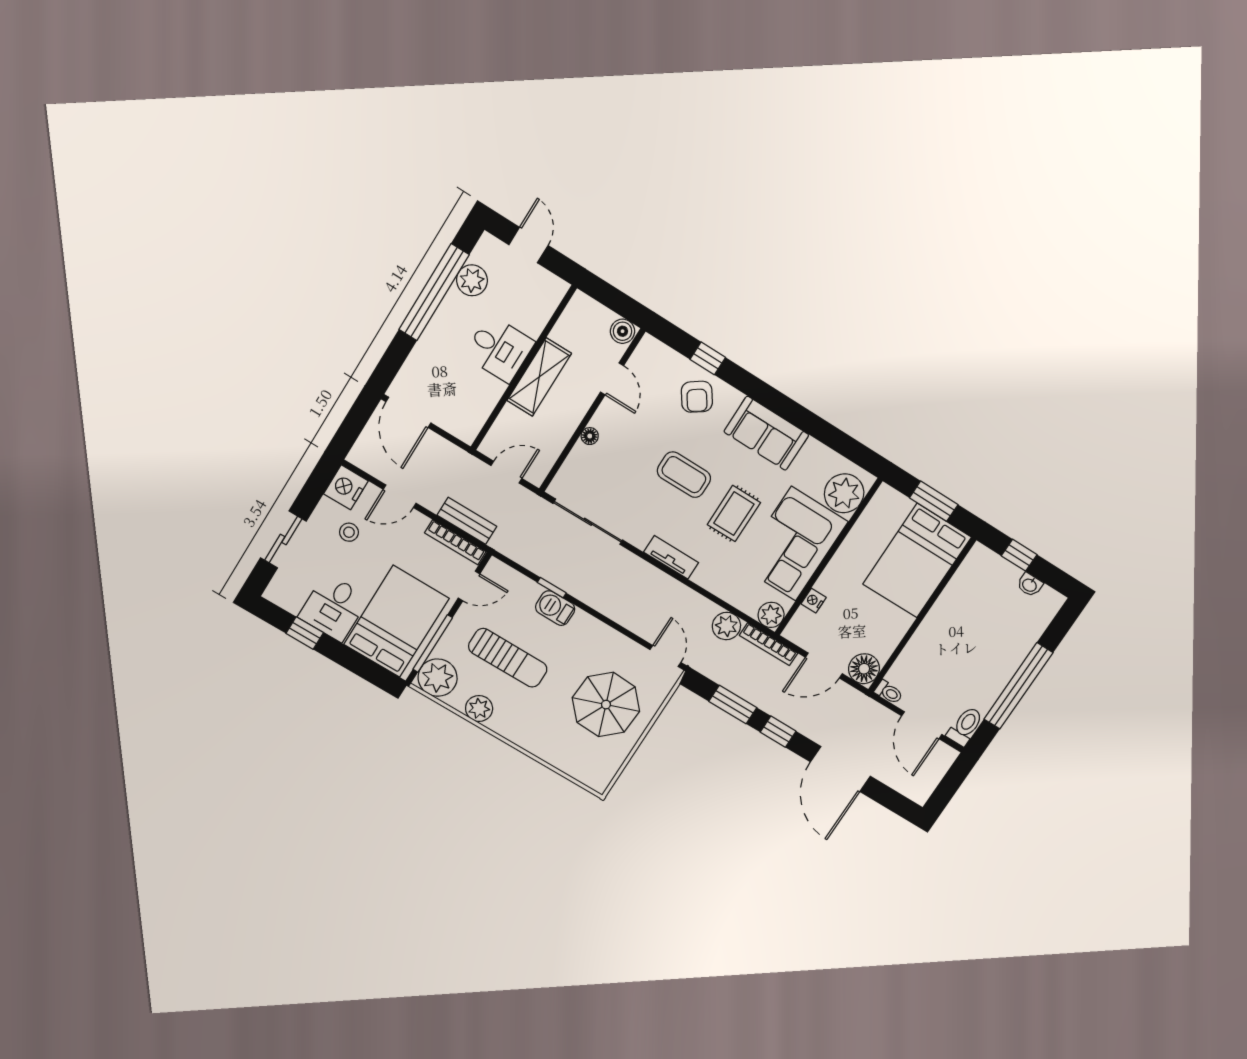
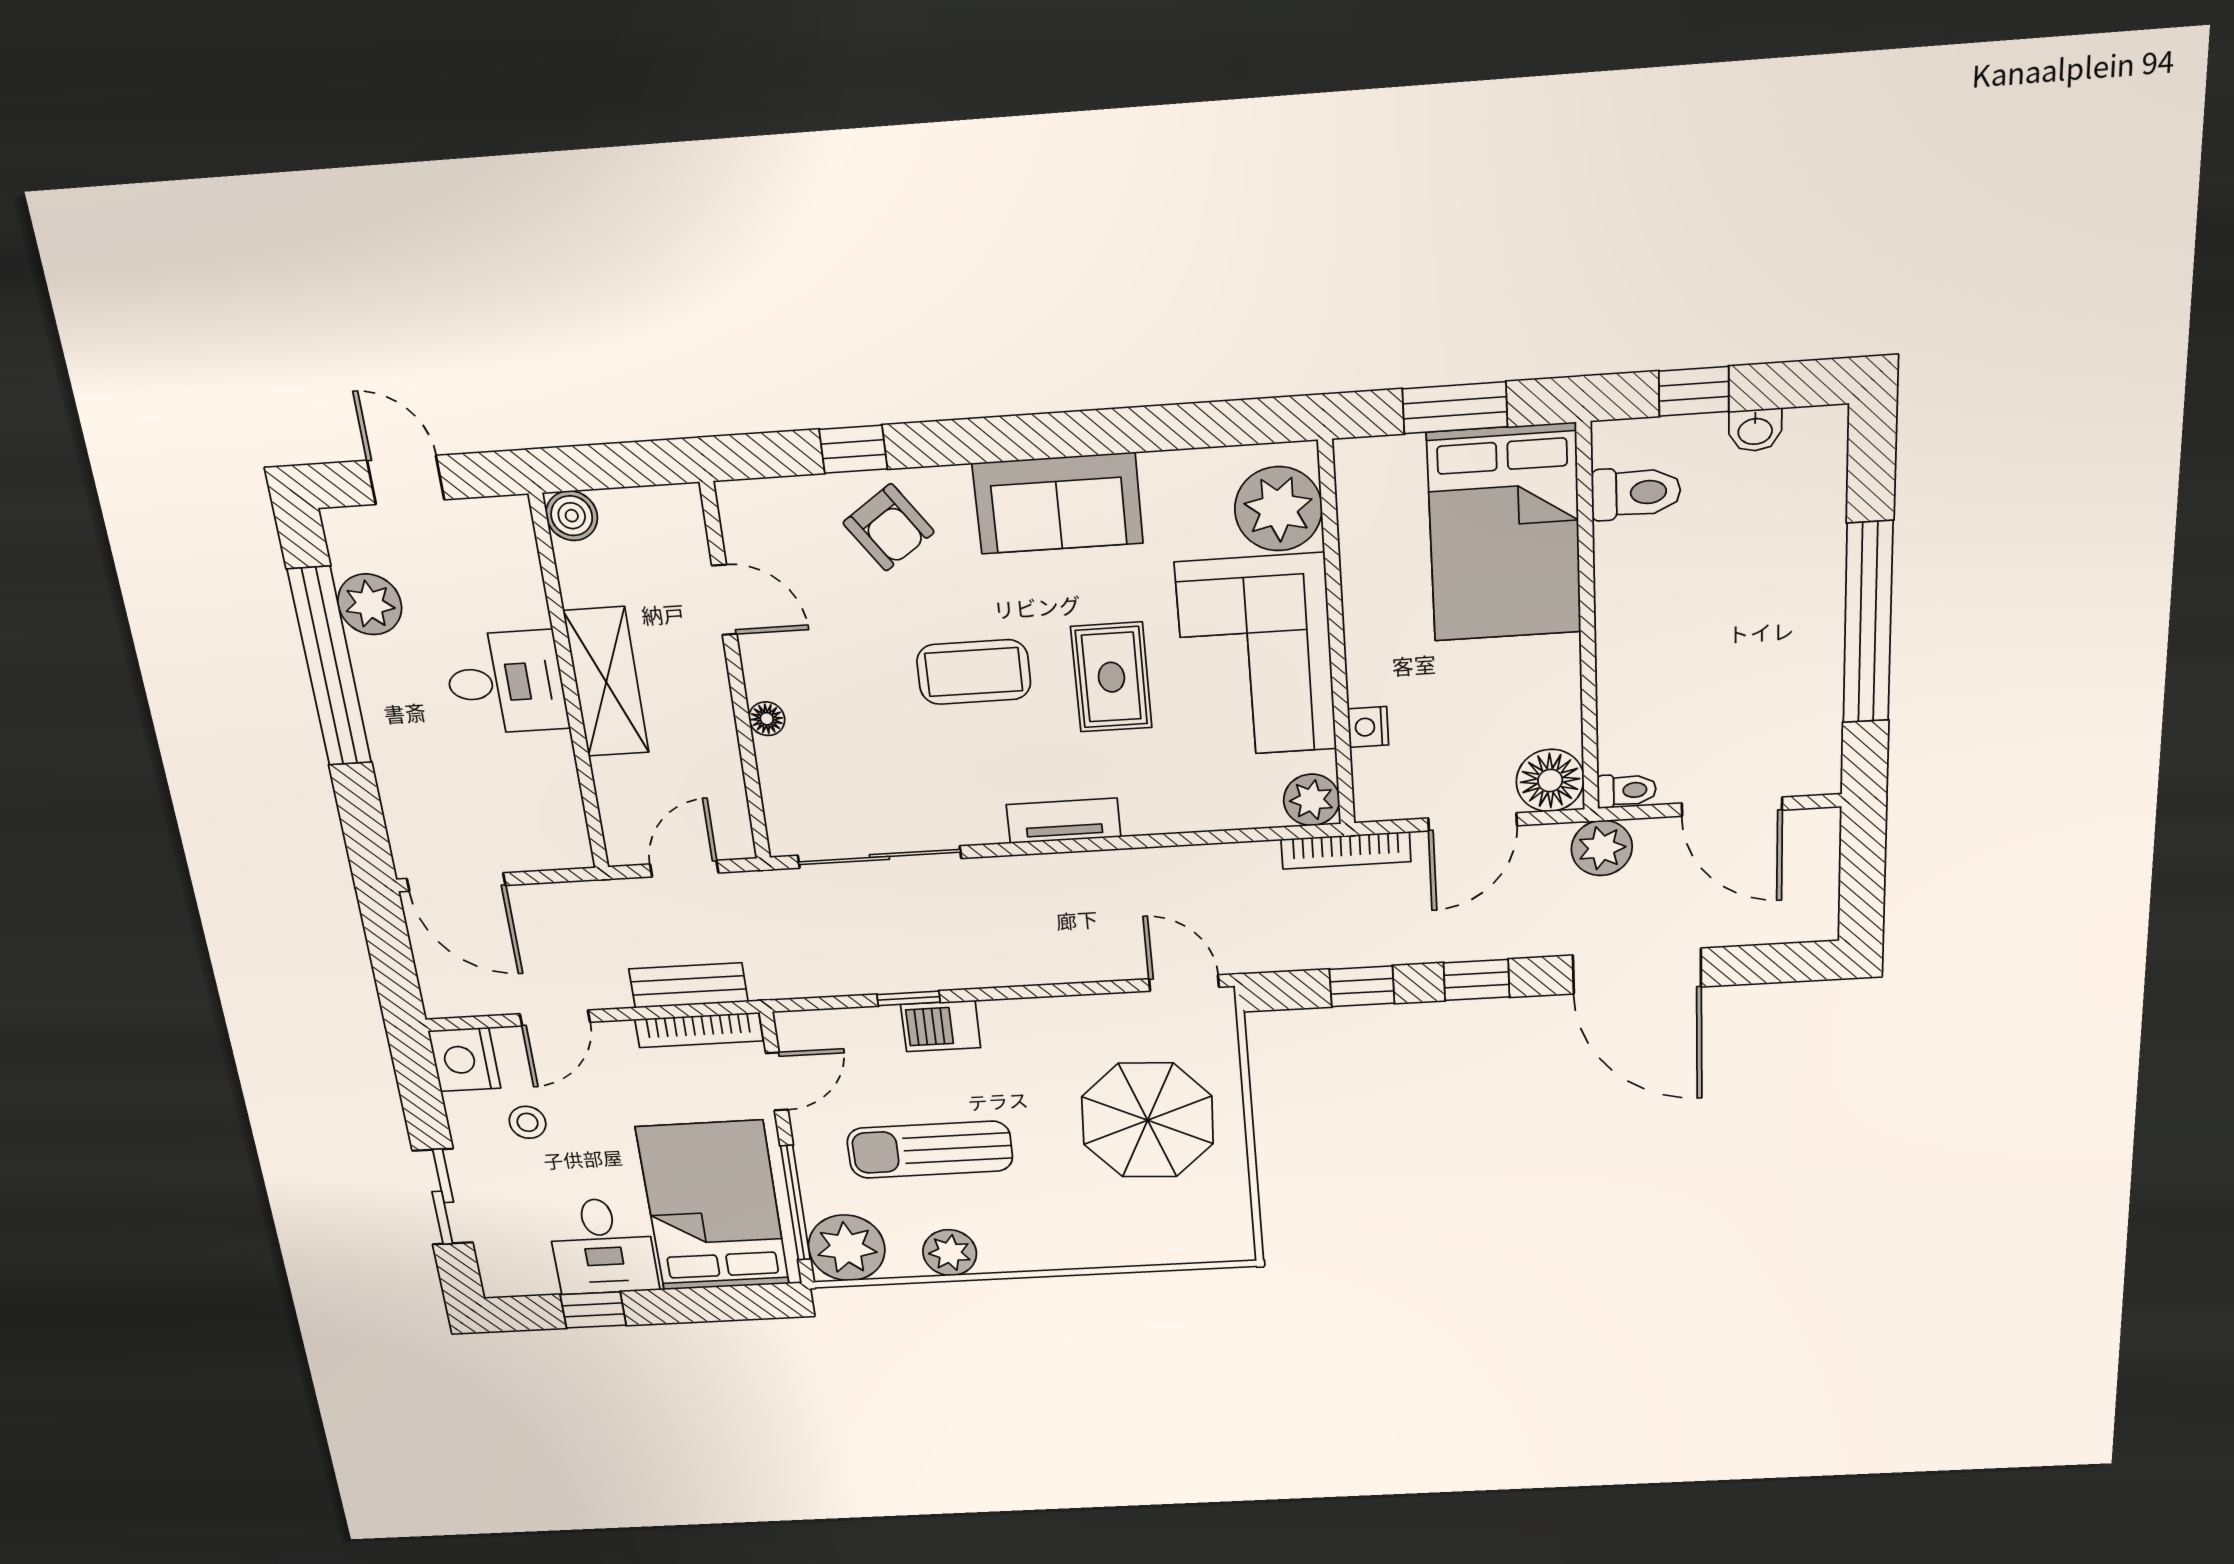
boiler: (623, 331) -> (572, 516), moved
plant: (726, 626) -> (1602, 848), moved
sun lounger: (508, 658) -> (930, 1150), turned 180
window: (733, 705) -> (1362, 986), width x0.67
toilet: (965, 726) -> (1636, 493), moved, turned 90

